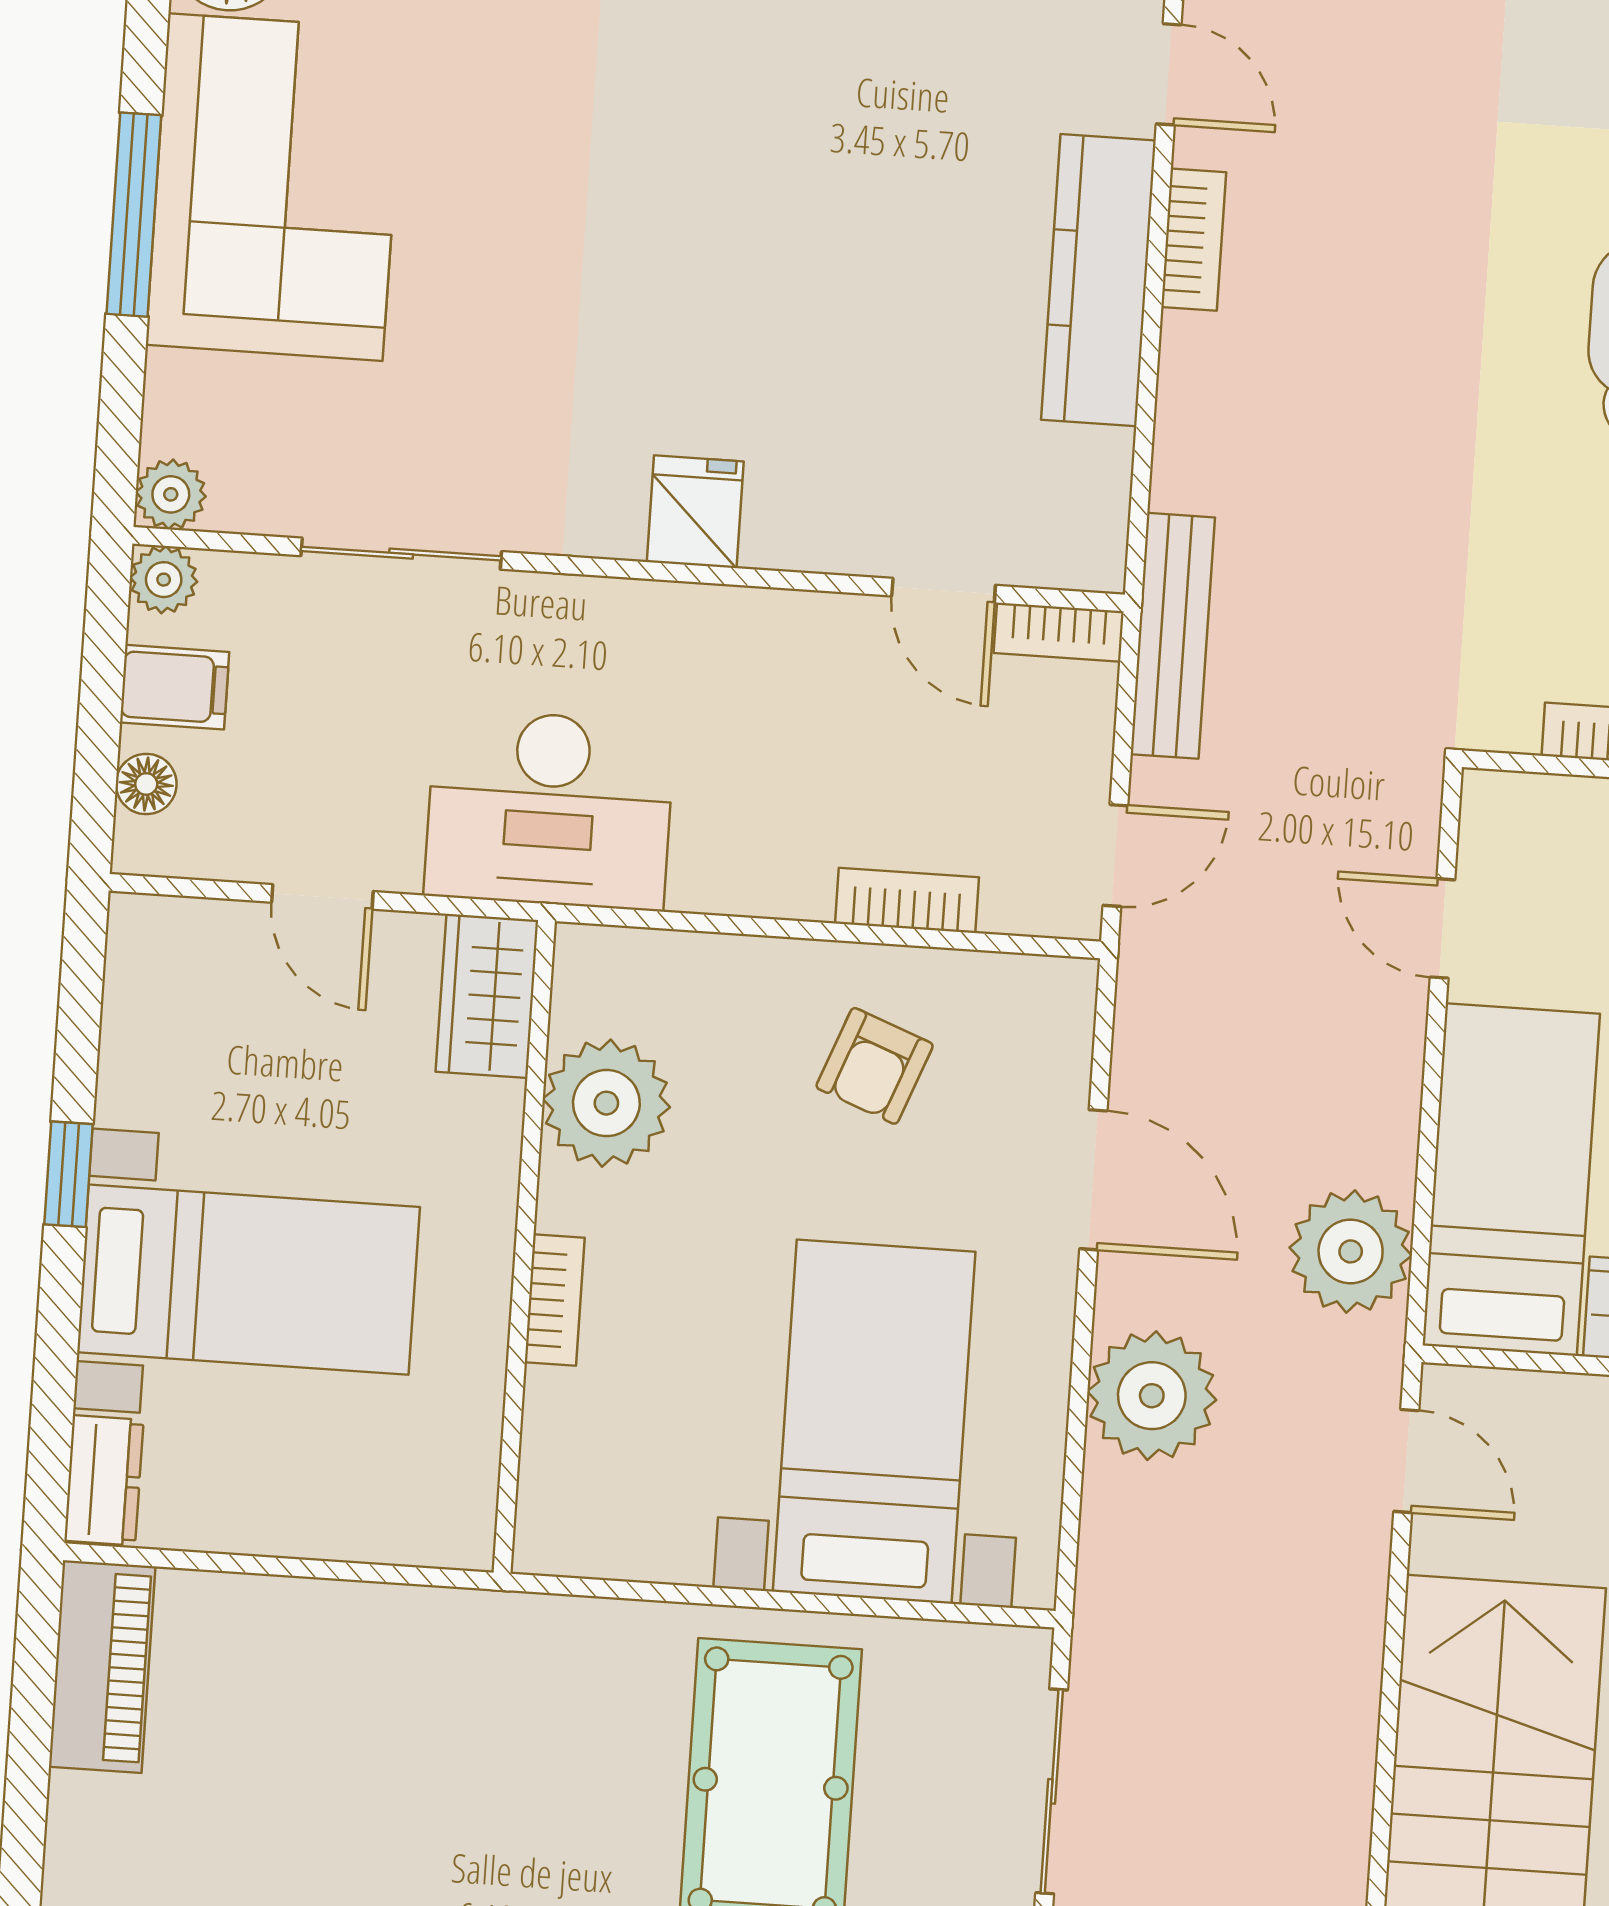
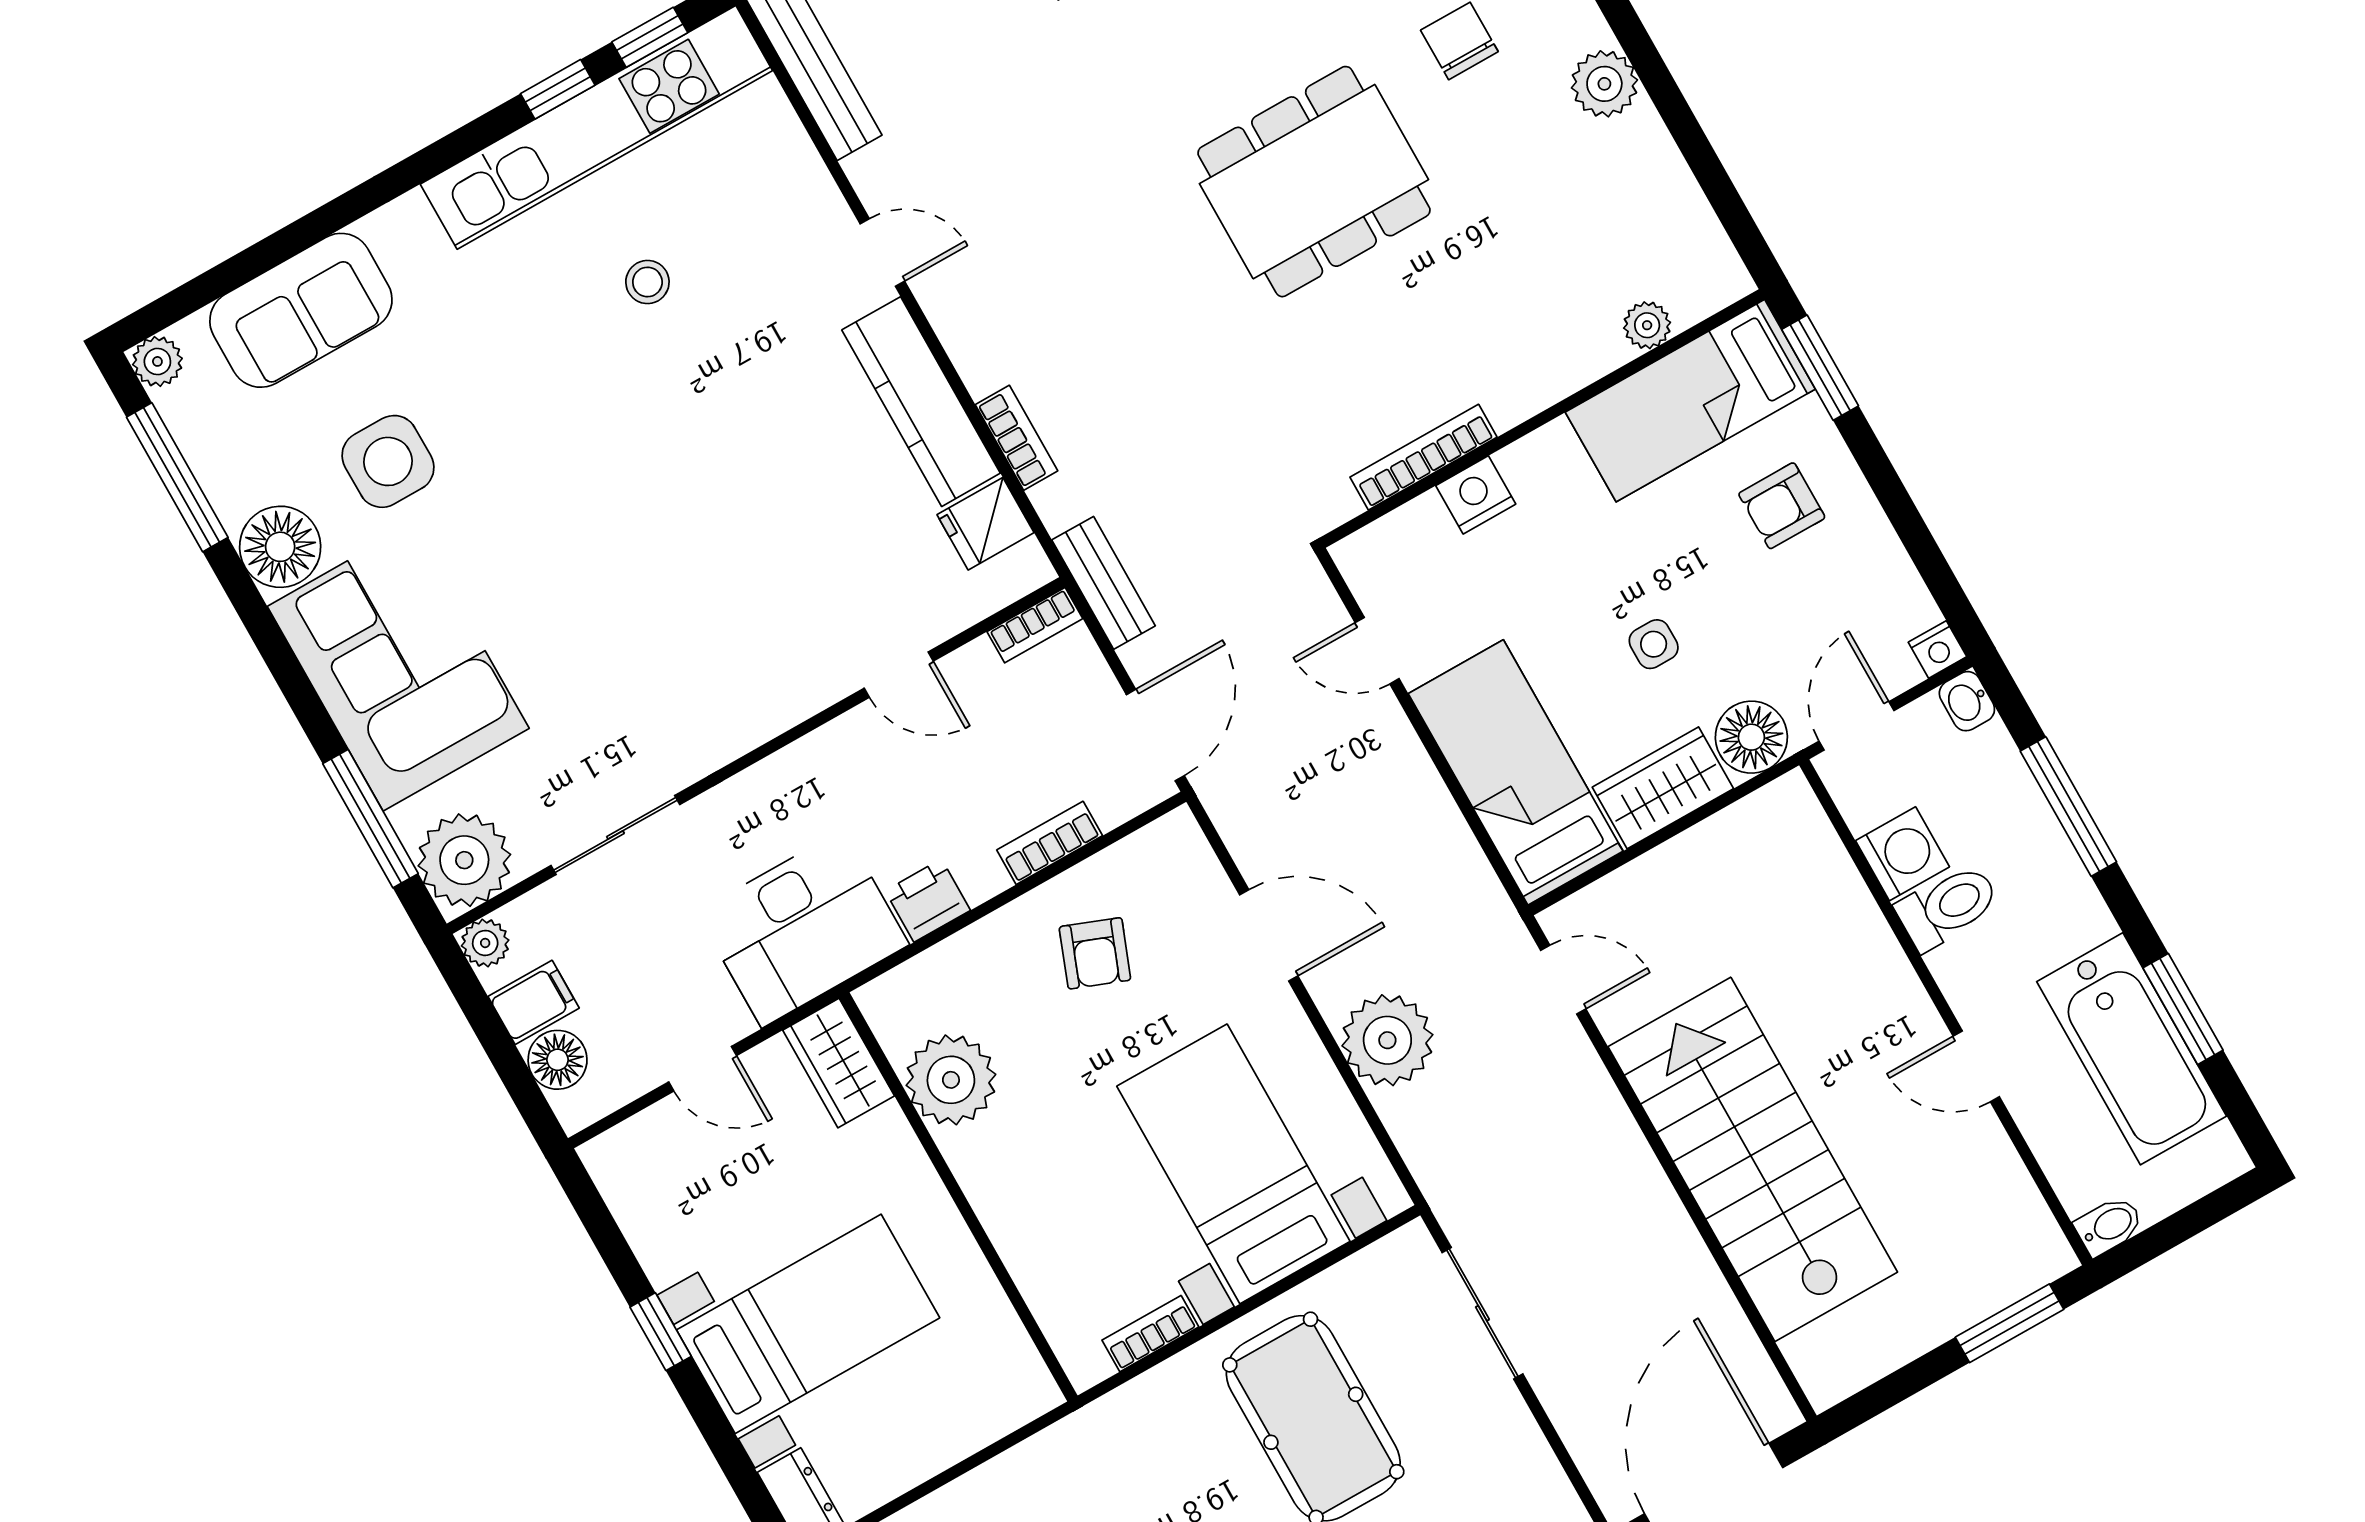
window: (134, 215) -> (370, 819), moved
bookcase: (1194, 240) -> (1017, 438), moved
plant: (171, 494) -> (464, 860), width x1.88, depth x1.88
fridge: (695, 512) -> (985, 524), moved, turned -90
door: (944, 591) -> (899, 675), moved
bench: (1173, 636) -> (1104, 583), width x0.73
floor lamp: (146, 784) -> (558, 1060), width x1.37, depth x1.37
door: (1115, 856) -> (1155, 735), width x1.38
printer: (718, 874) -> (928, 901), added
plant: (1351, 1251) -> (1449, 877), removed
bookcase: (555, 1300) -> (1150, 1334), moved, turned -90

